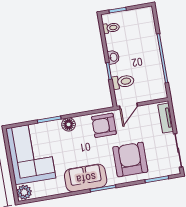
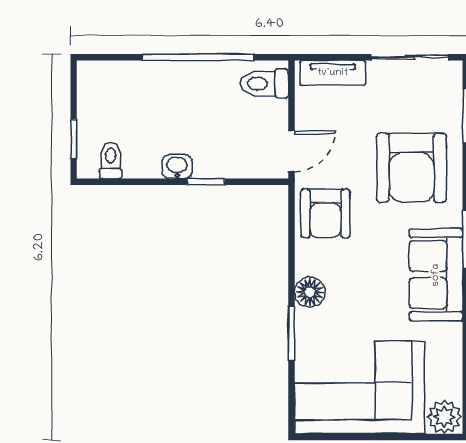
toilet: (123, 82) -> (264, 83), moved, turned -90
door: (129, 106) -> (292, 151), hinge flipped
armchair: (130, 159) -> (412, 168), turned -90

